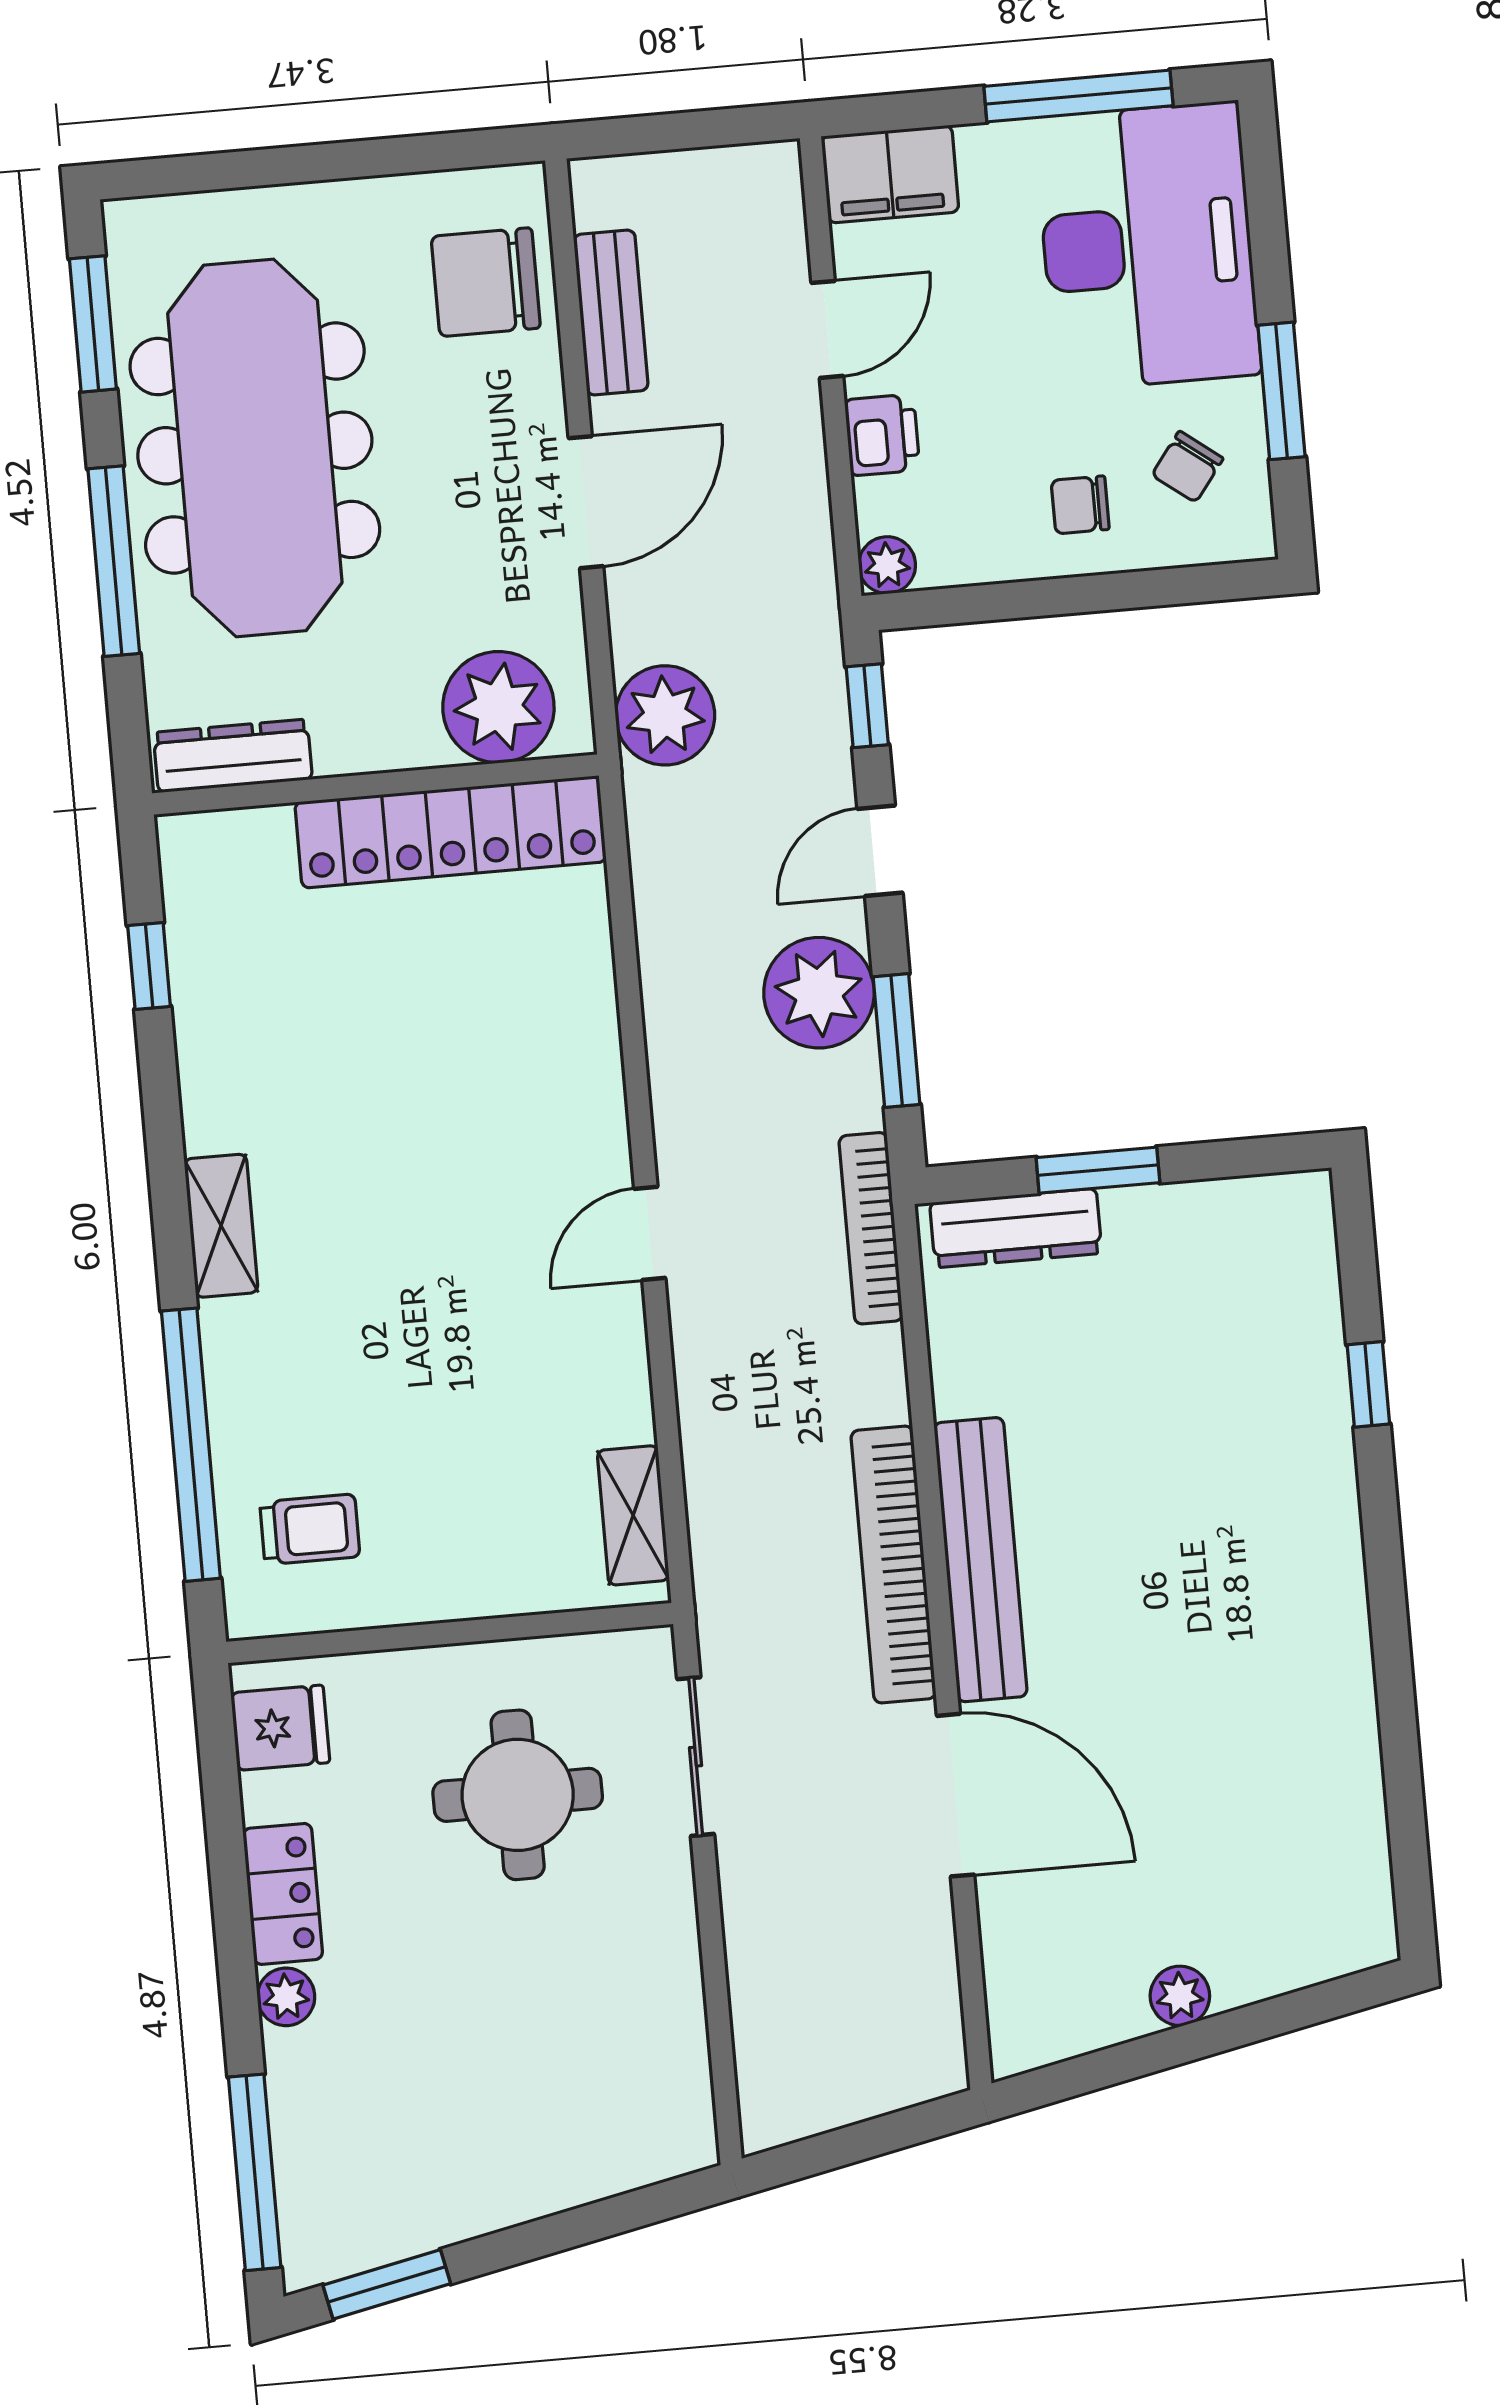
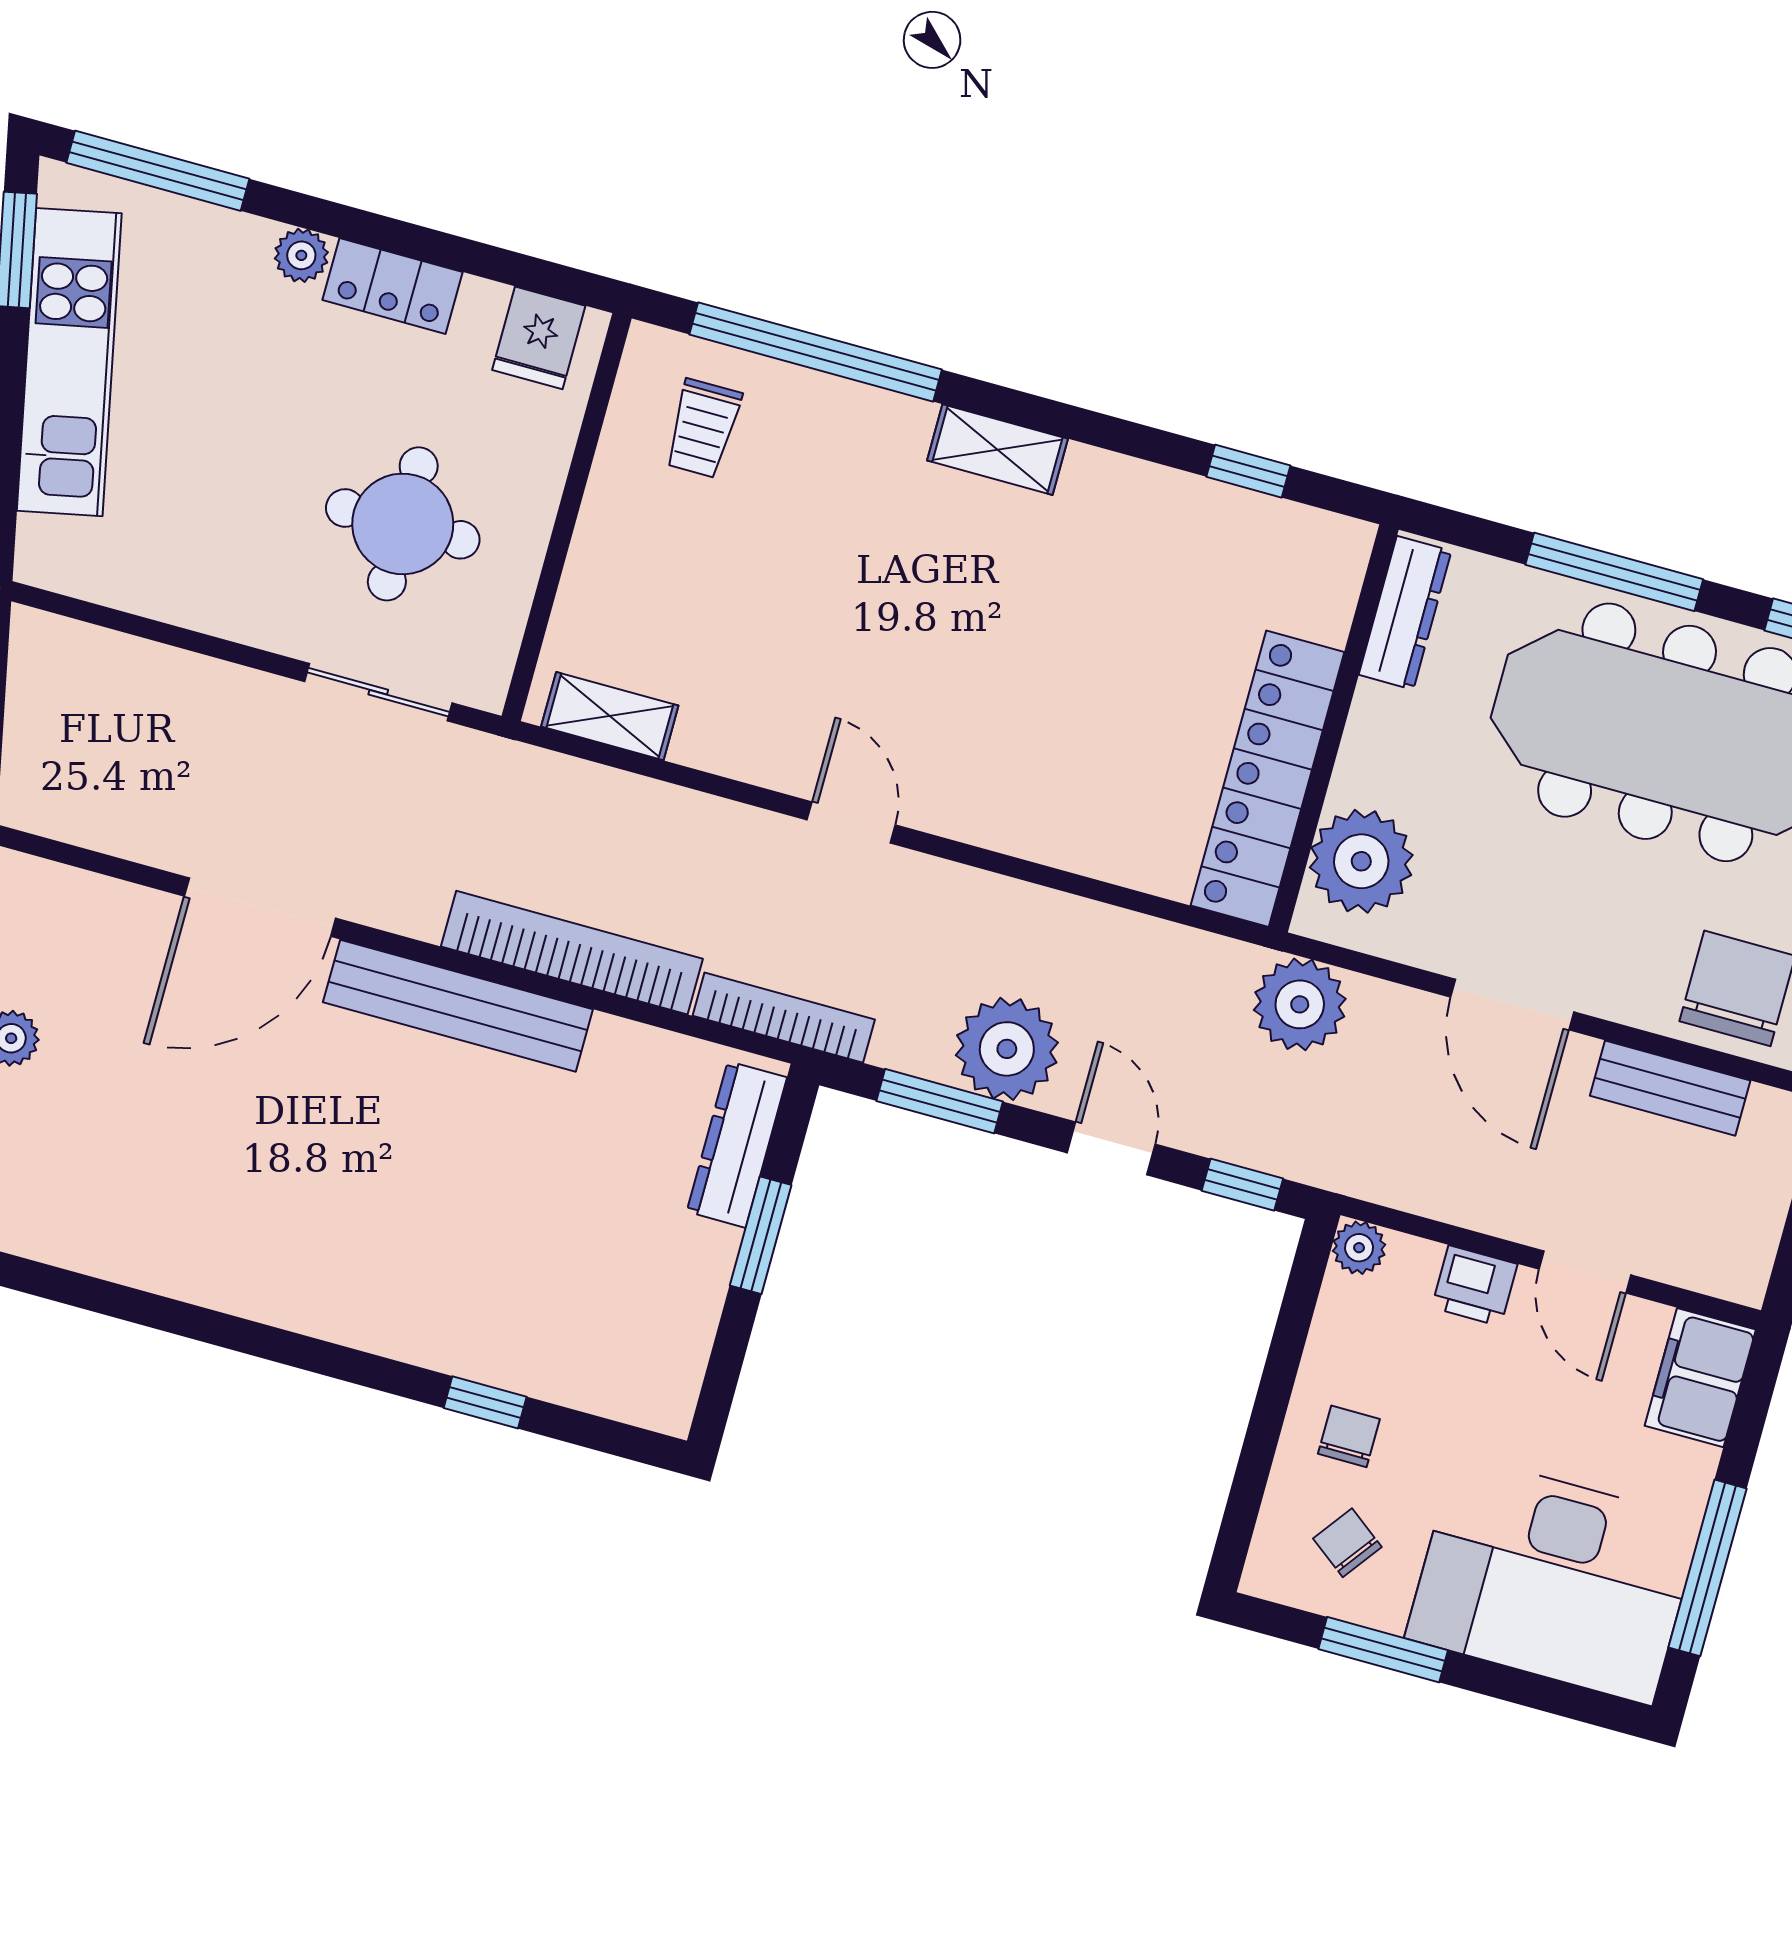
bookcase: (893, 1565) -> (572, 953), moved
kitchen unit: (480, 2190) -> (69, 362), added

